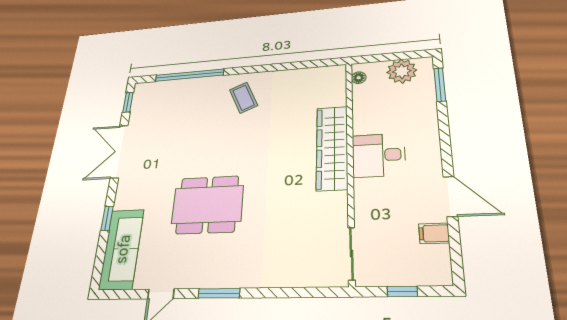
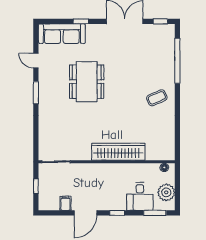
window: (445, 143) -> (117, 213), added
desk: (379, 155) -> (140, 196), moved, turned 180

